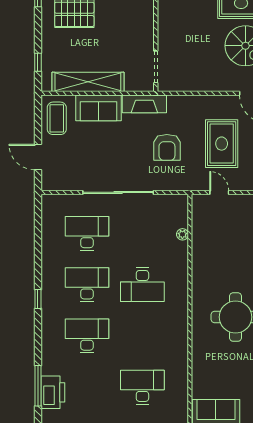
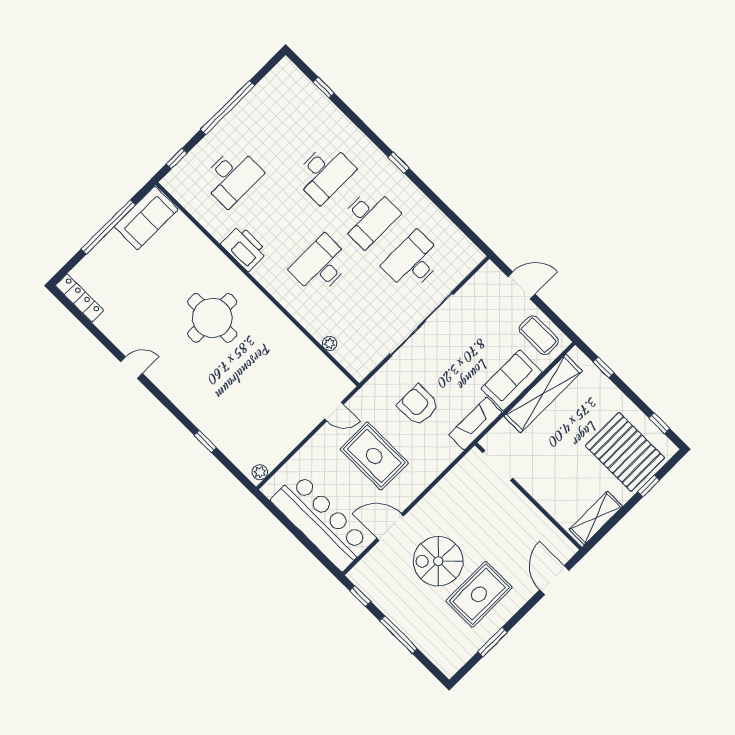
desk: (87, 233) -> (413, 262), turned 180
window: (38, 386) -> (324, 88), width x0.46
printer: (53, 392) -> (244, 248), moved, turned 180

